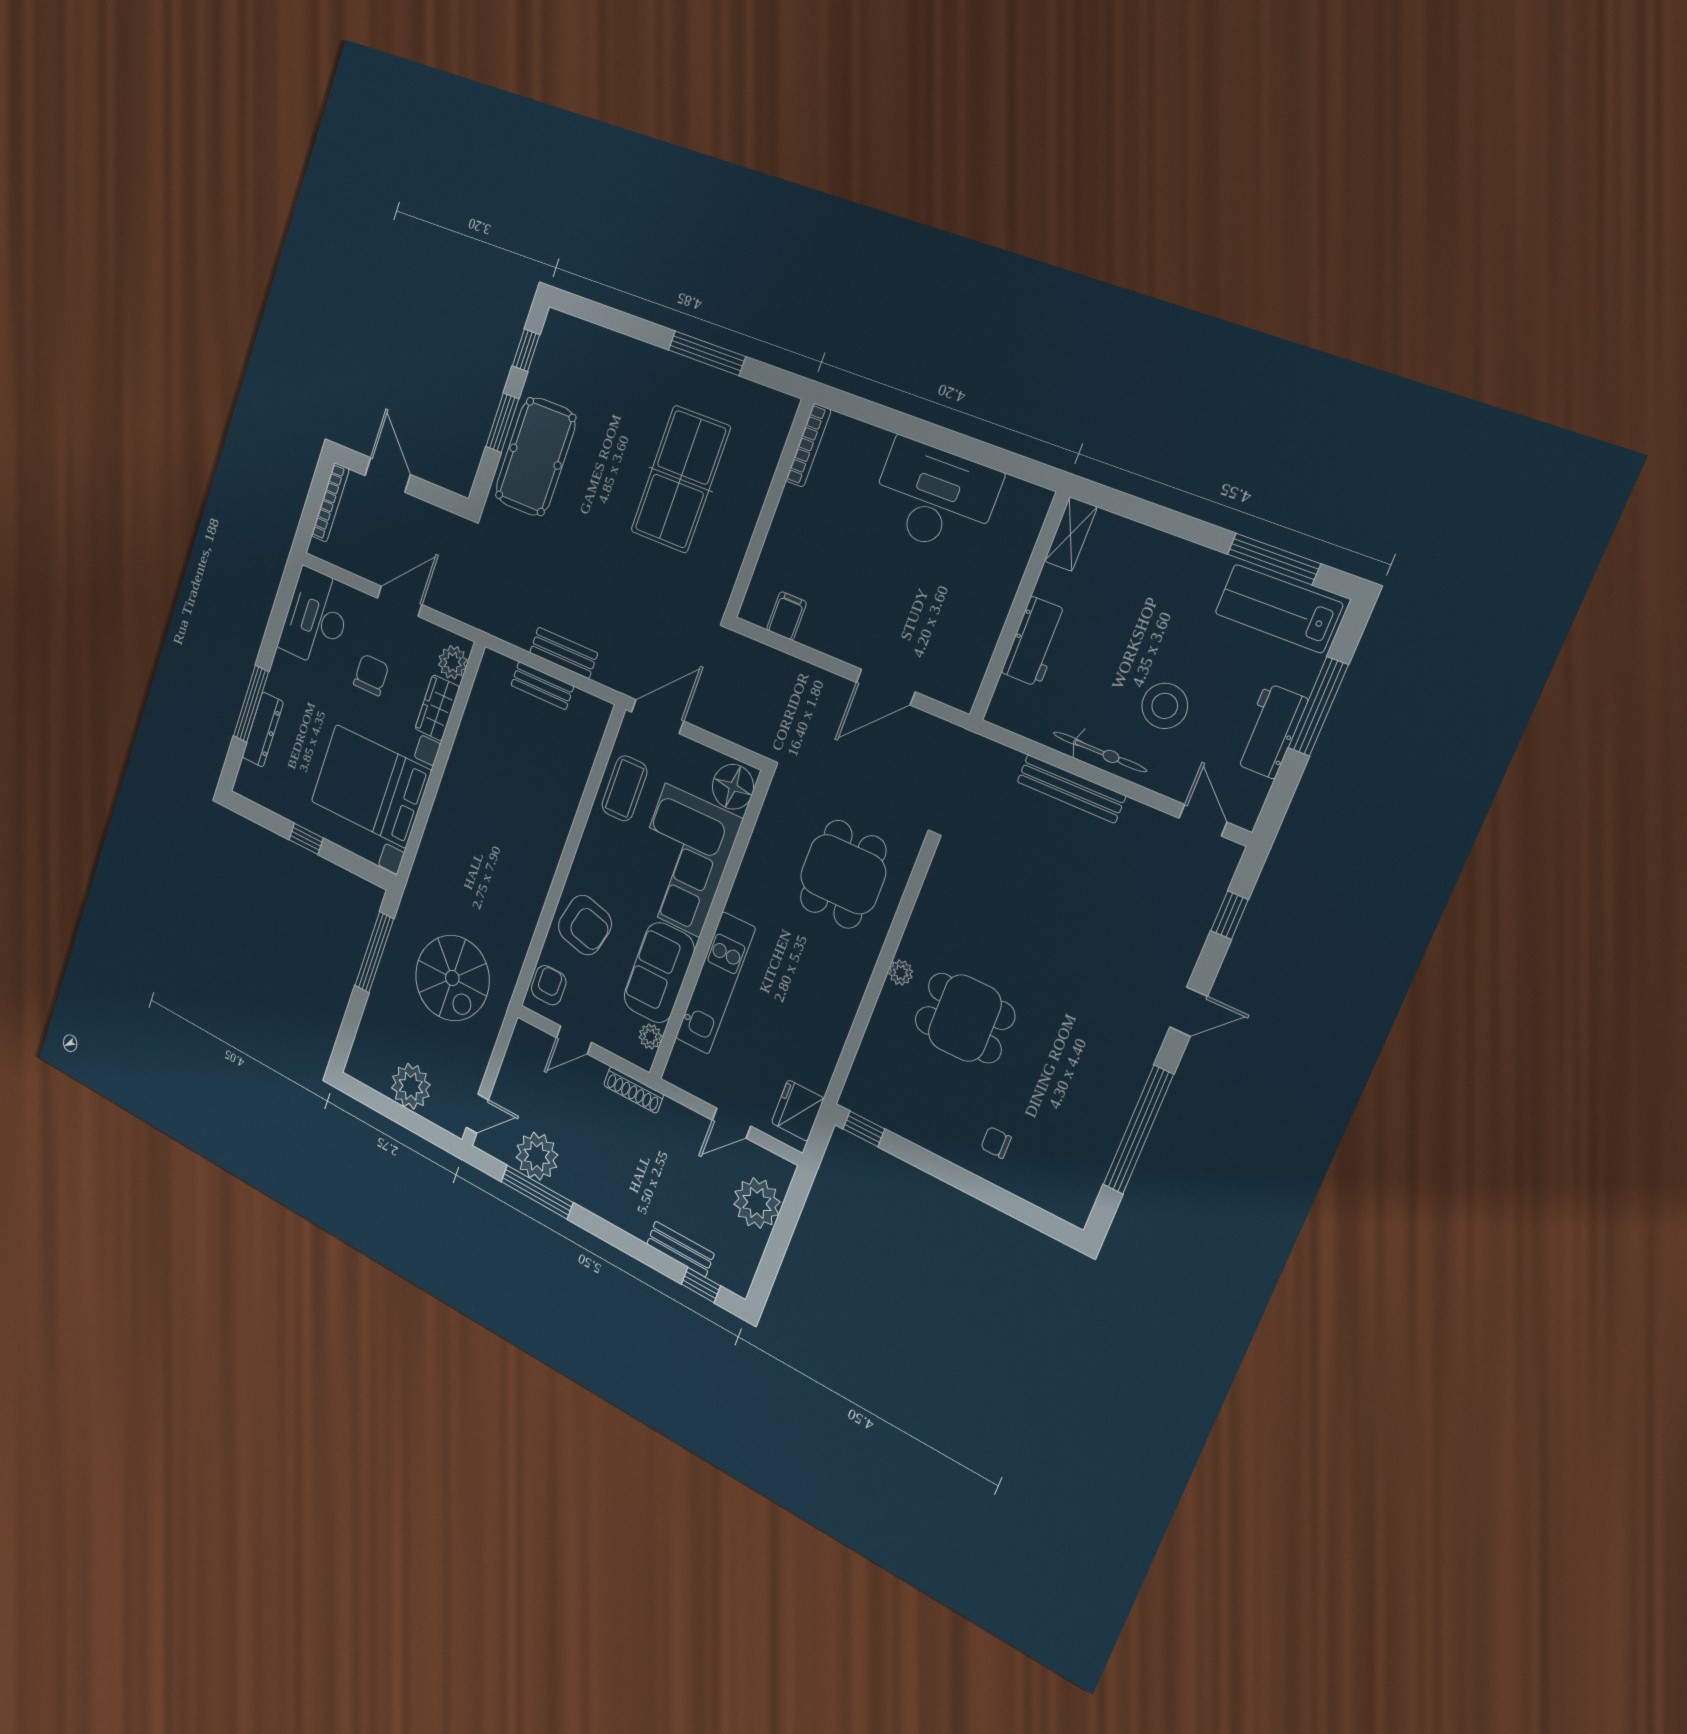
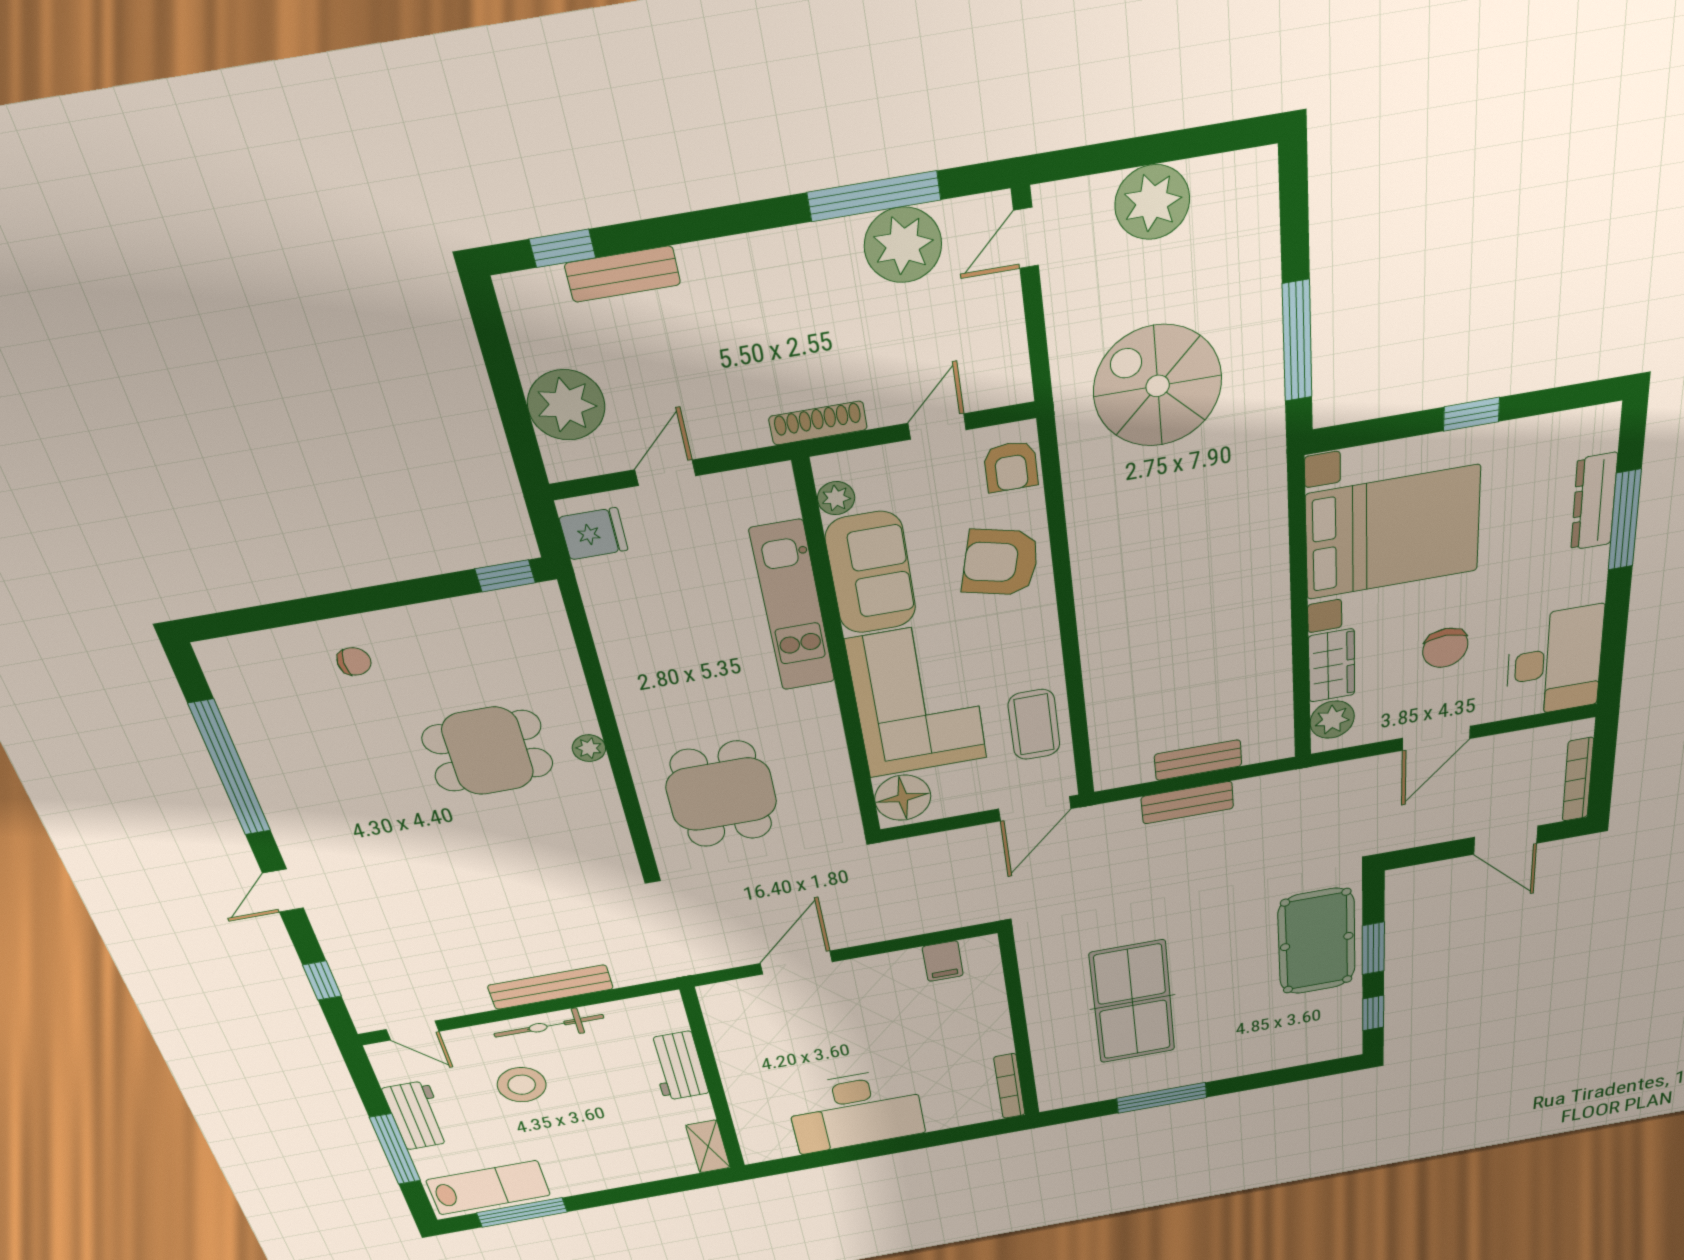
fridge: (798, 1111) -> (594, 534), width x0.72

